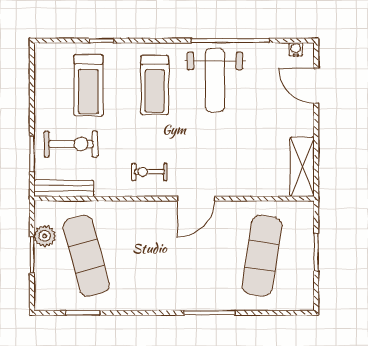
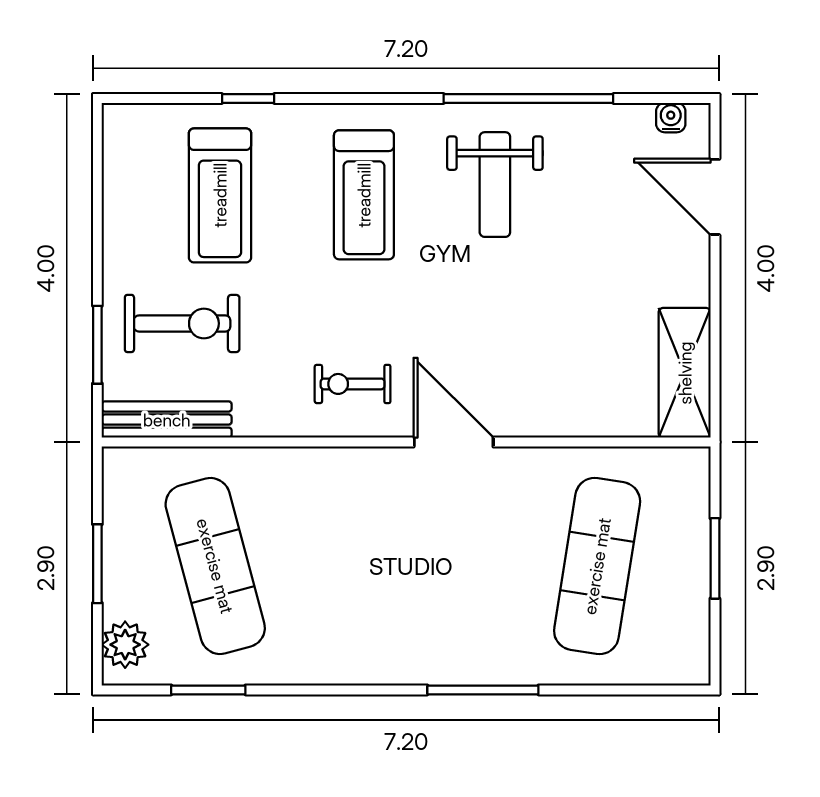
weight bench: (215, 80) -> (495, 185), width x0.73, depth x0.75
door: (196, 199) -> (454, 442), swing flipped
plant: (45, 236) -> (125, 645), moved

